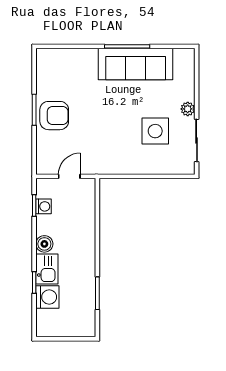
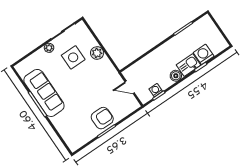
armchair: (54, 116) -> (102, 118), turned 90
plant: (140, 165) -> (97, 53), added

